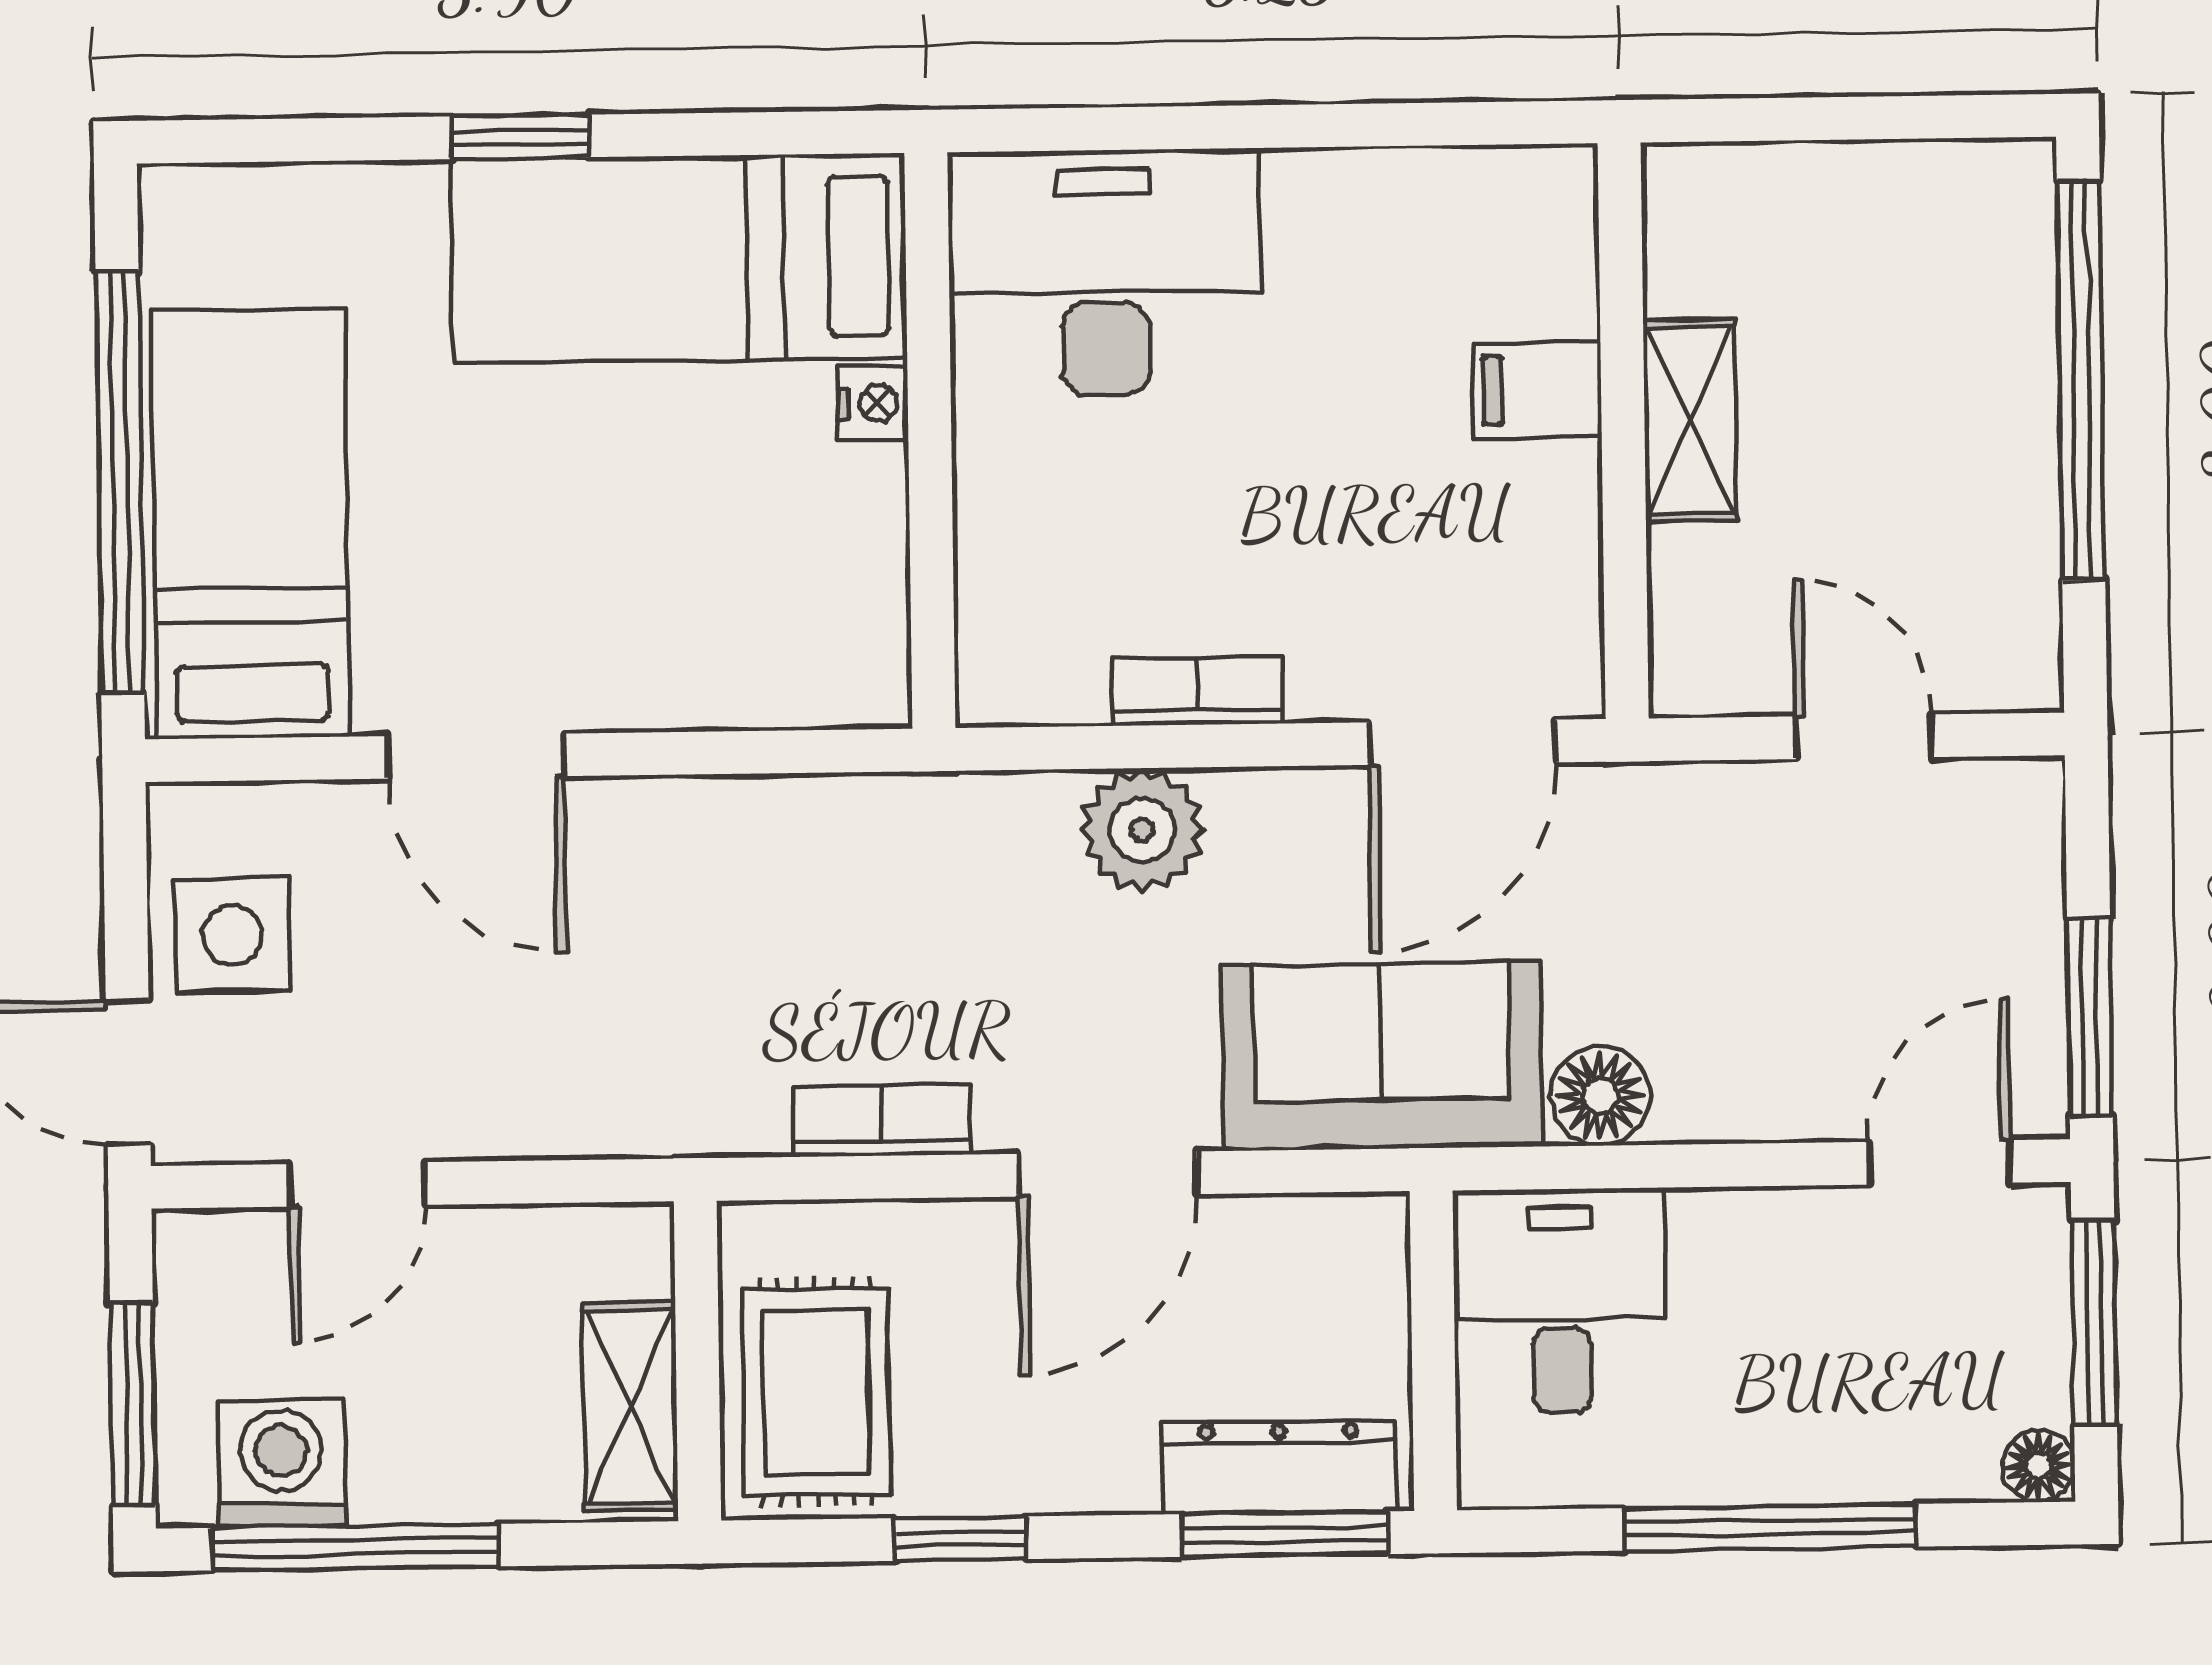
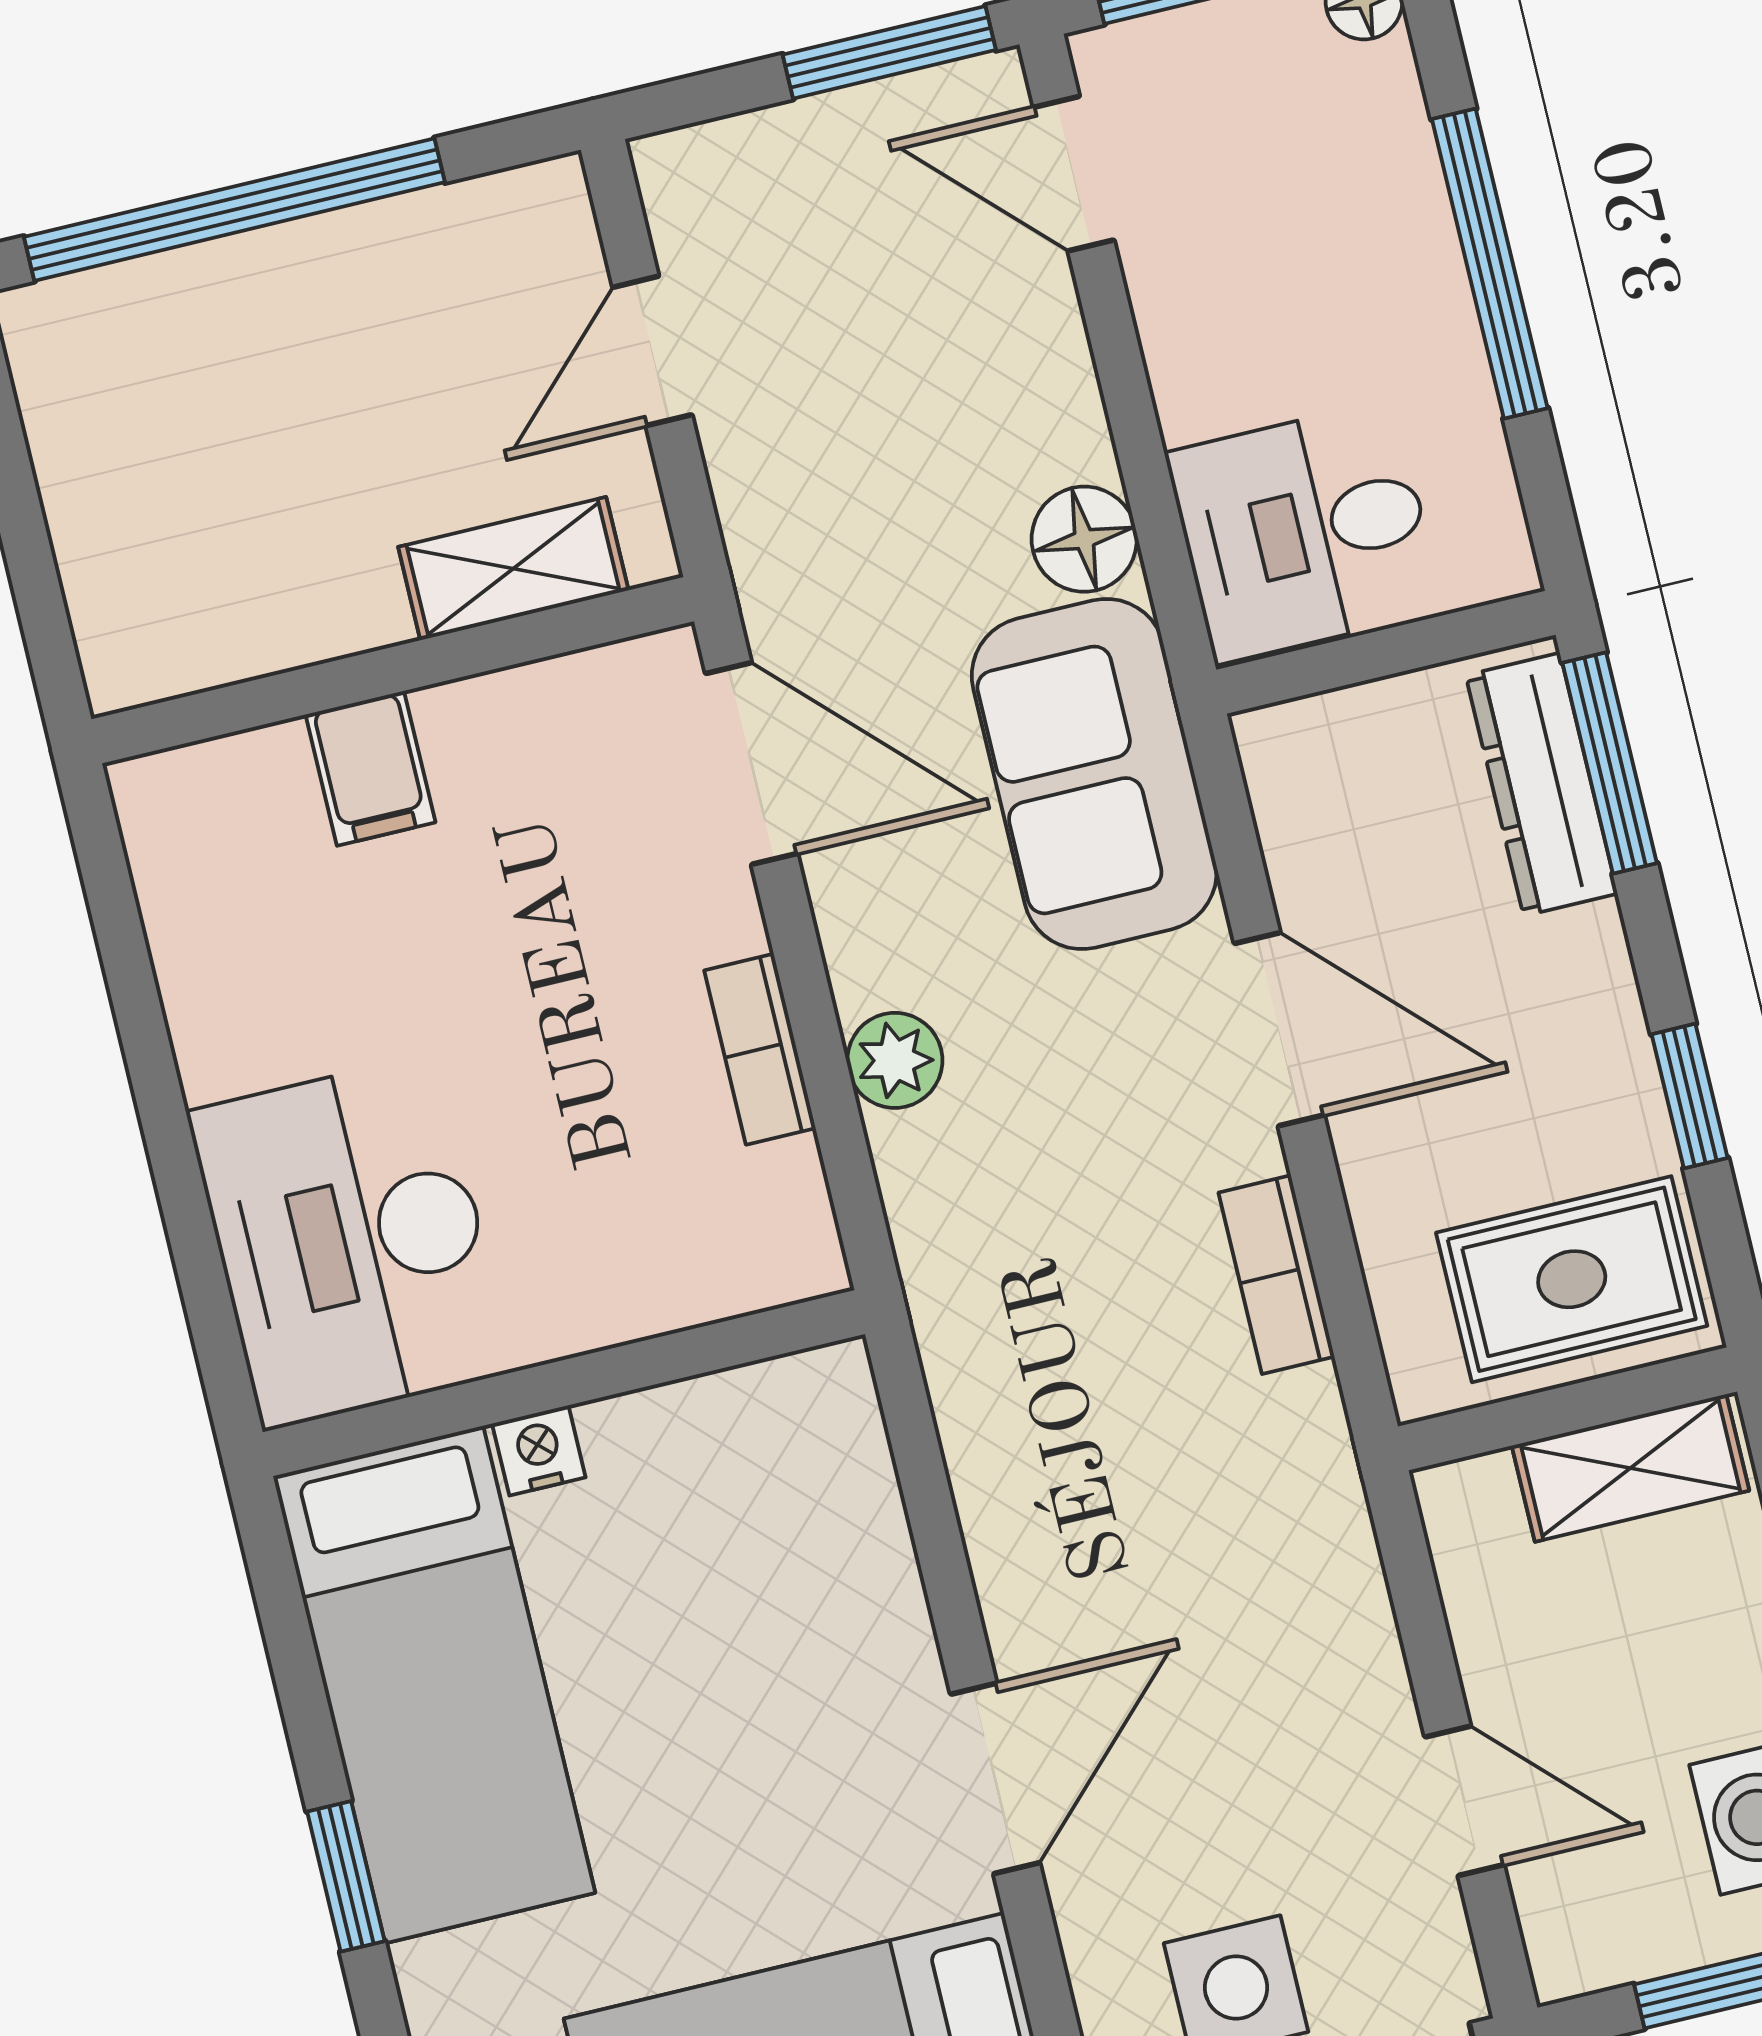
shelving: (1690, 420) -> (513, 569), moved
plant: (1142, 830) -> (895, 1060), width x0.73, depth x0.73

